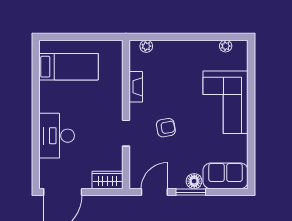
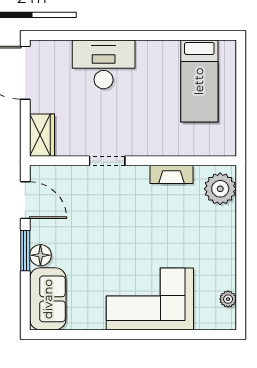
plant: (146, 46) -> (220, 189), width x1.87, depth x1.87
armchair: (166, 128) -> (115, 216), removed

